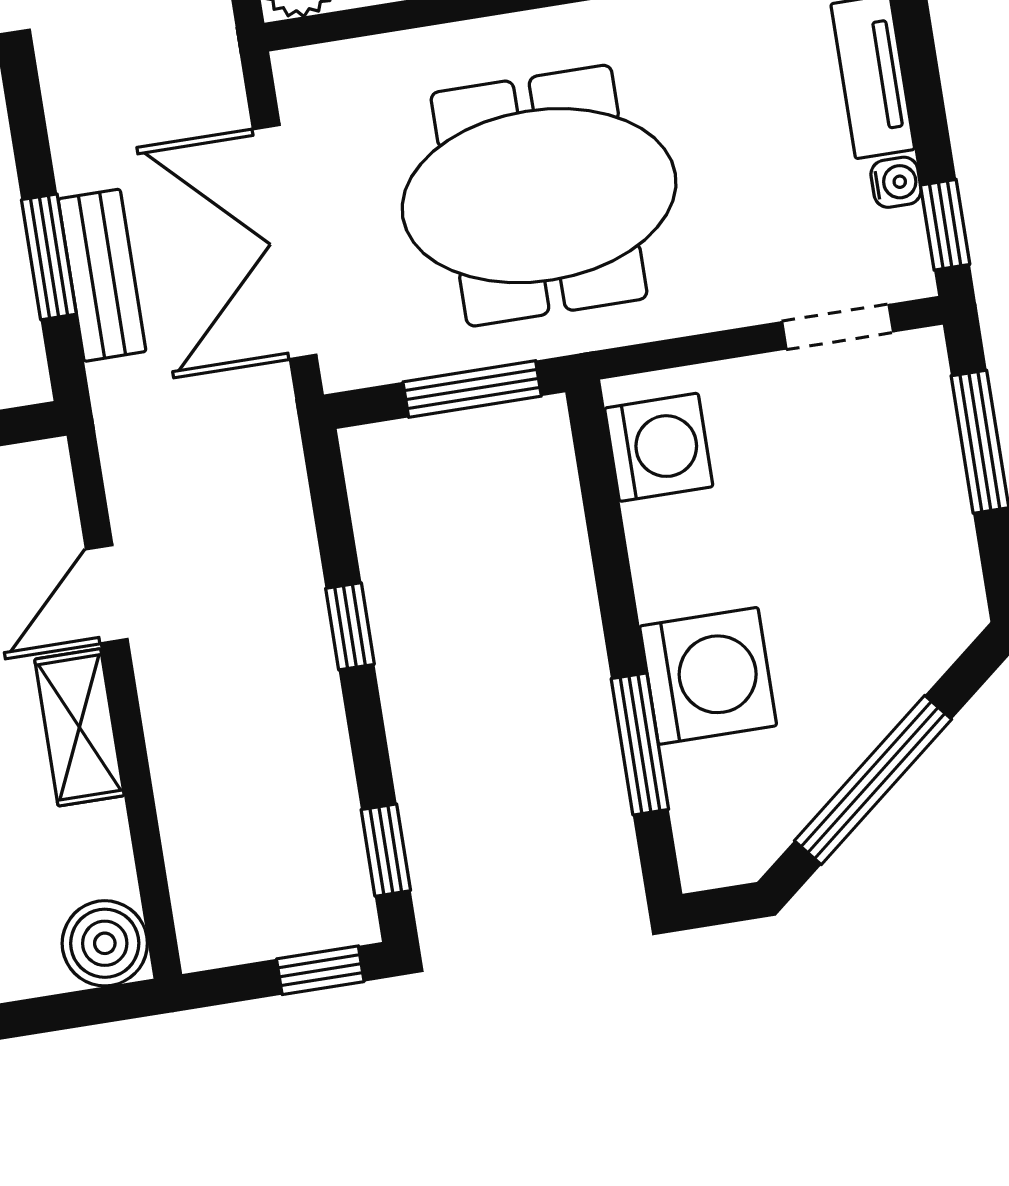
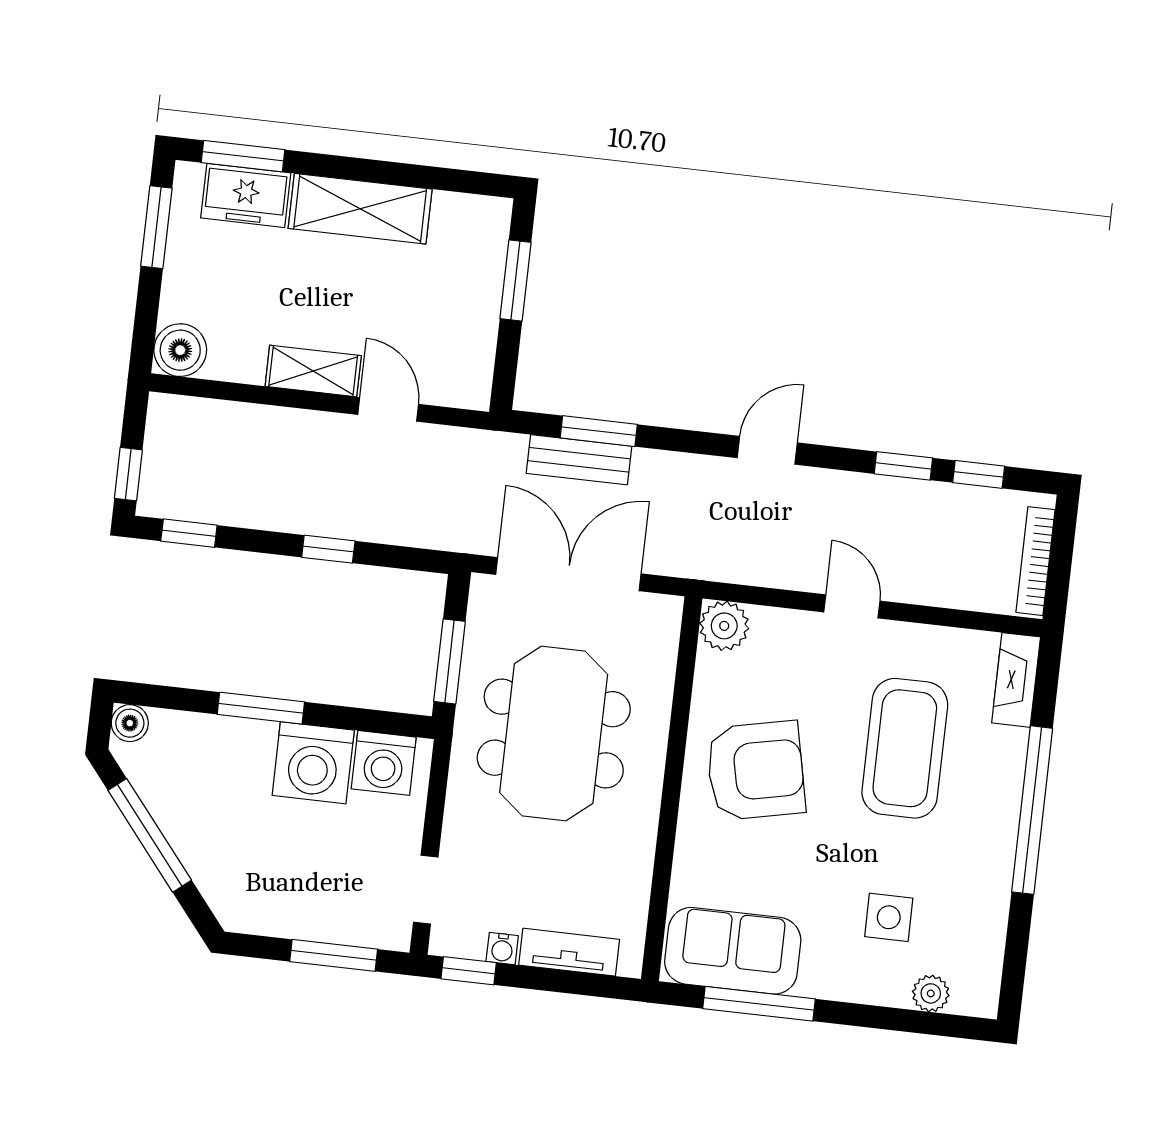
washing machine: (708, 676) -> (313, 763), moved
window: (640, 744) -> (261, 708), moved
boiler: (707, 860) -> (130, 723), added

